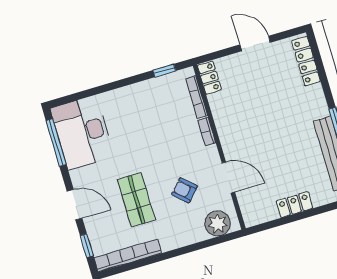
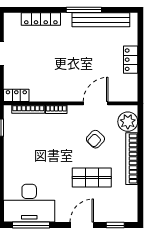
locker: (306, 61) -> (41, 19), moved
bookcase: (128, 255) -> (132, 159), moved

